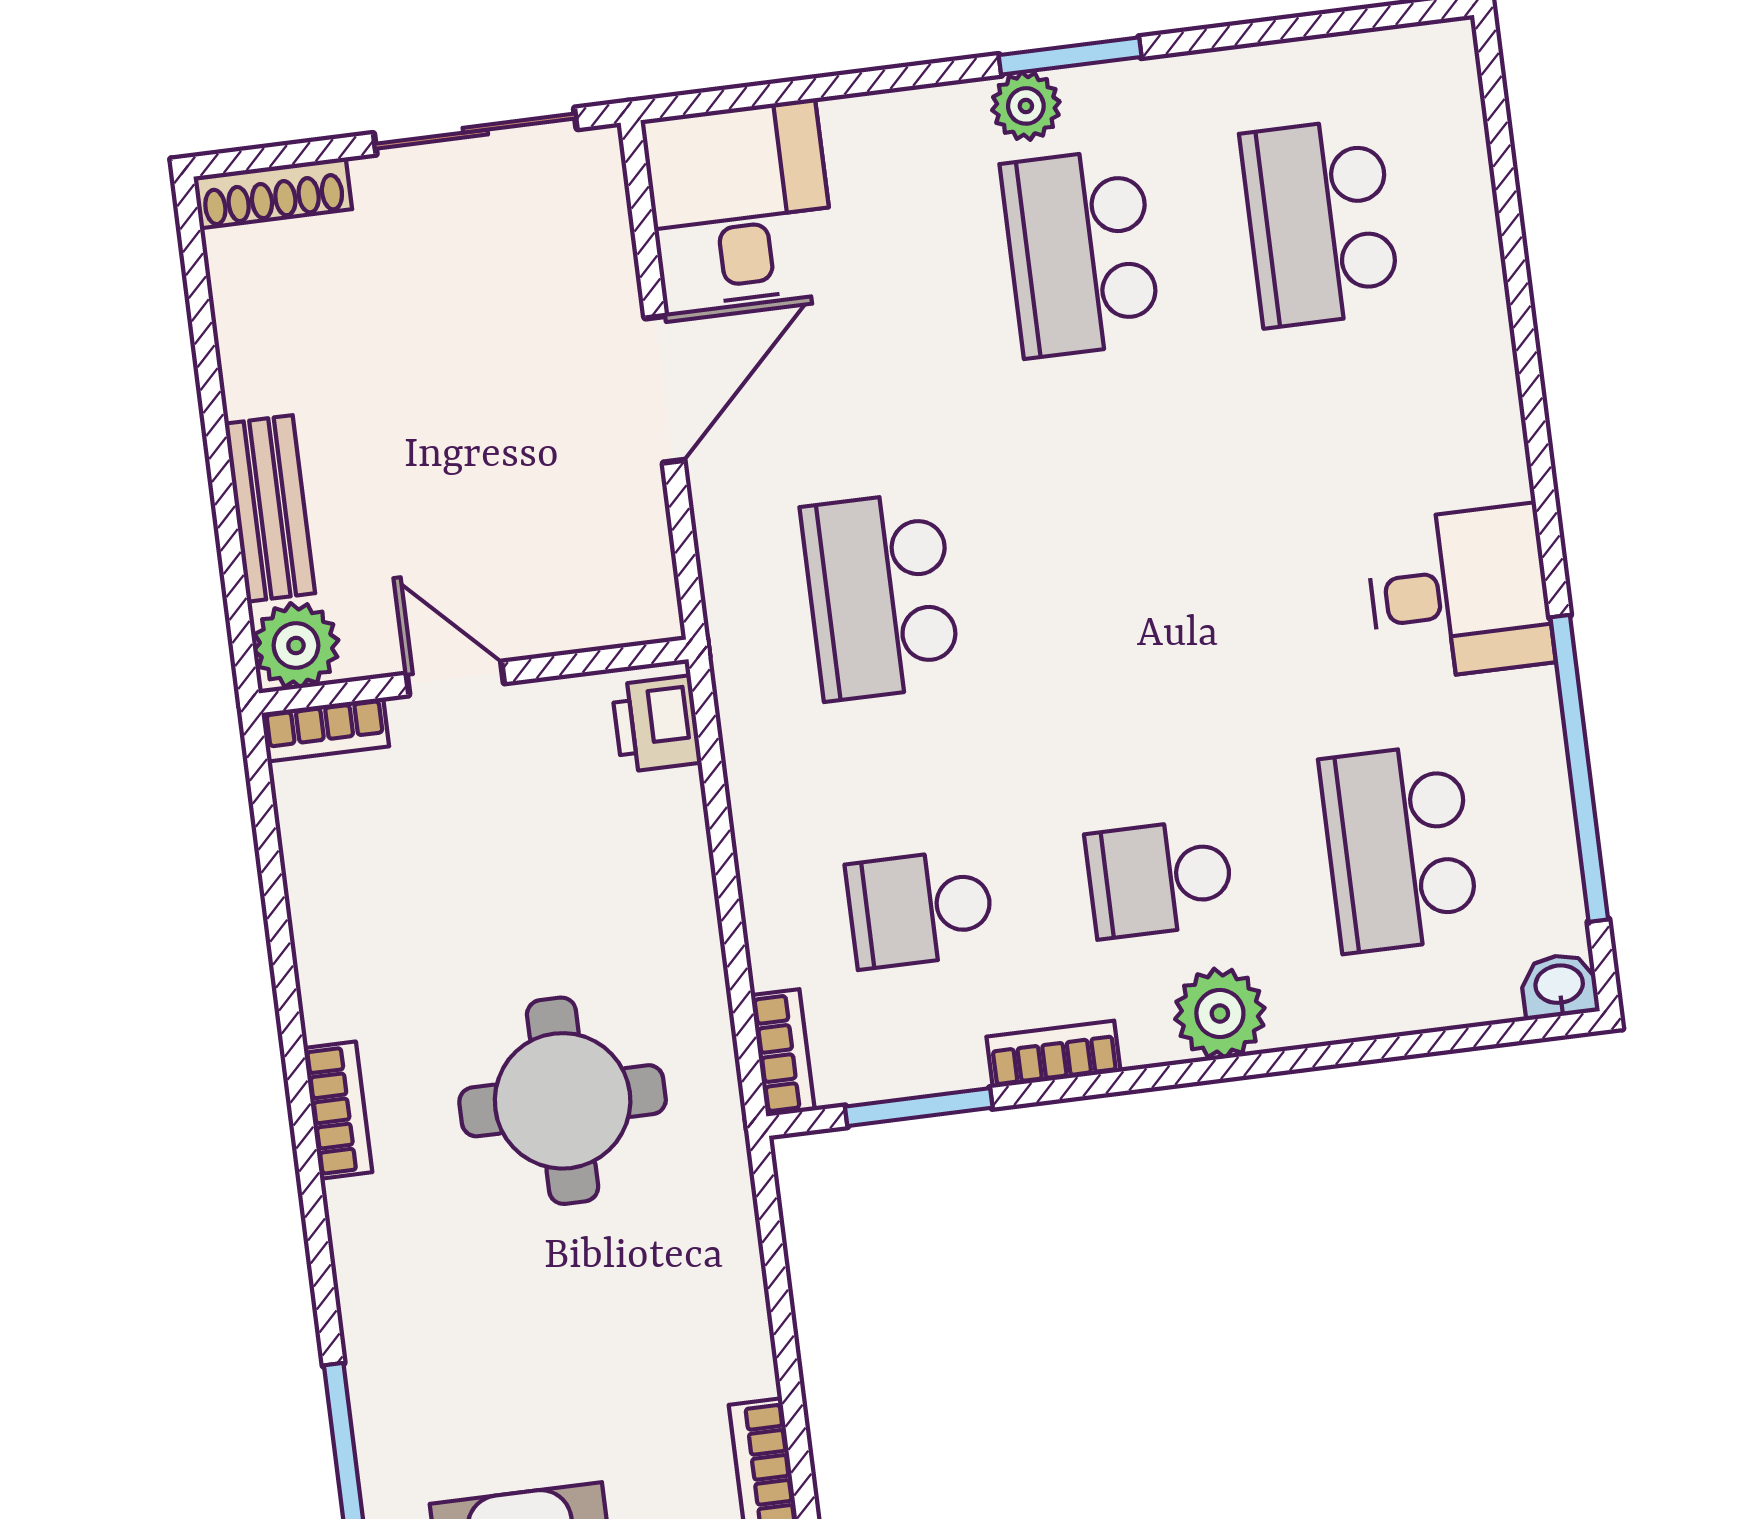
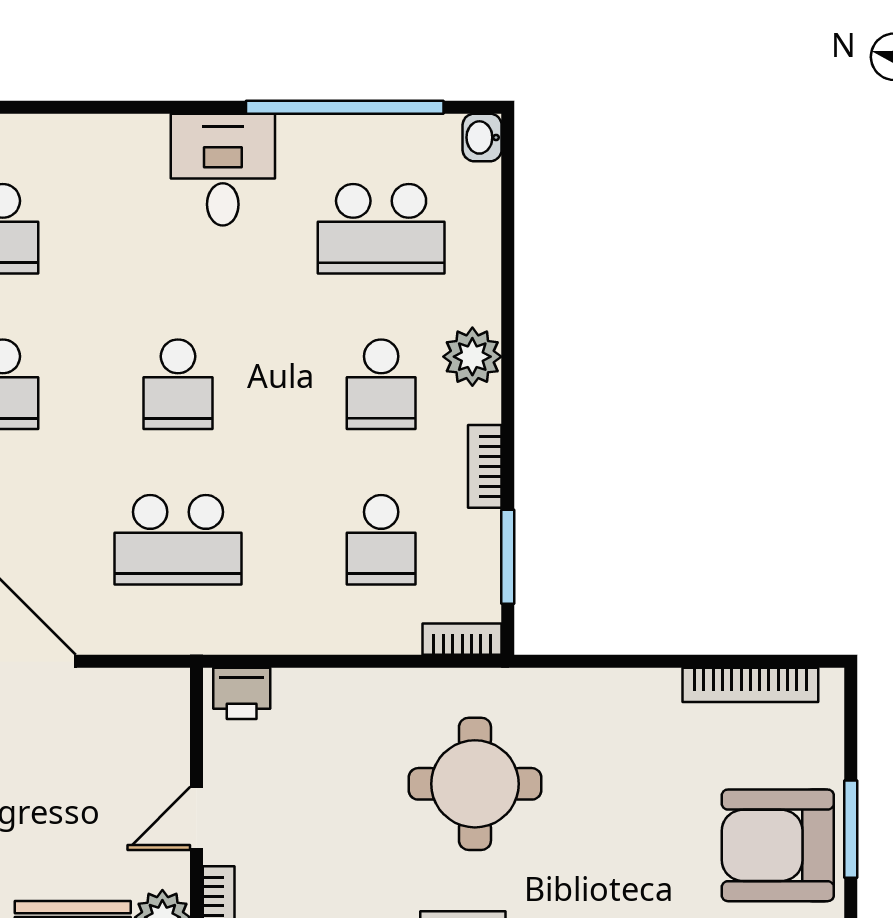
school desk: (1120, 566) -> (178, 384), added

